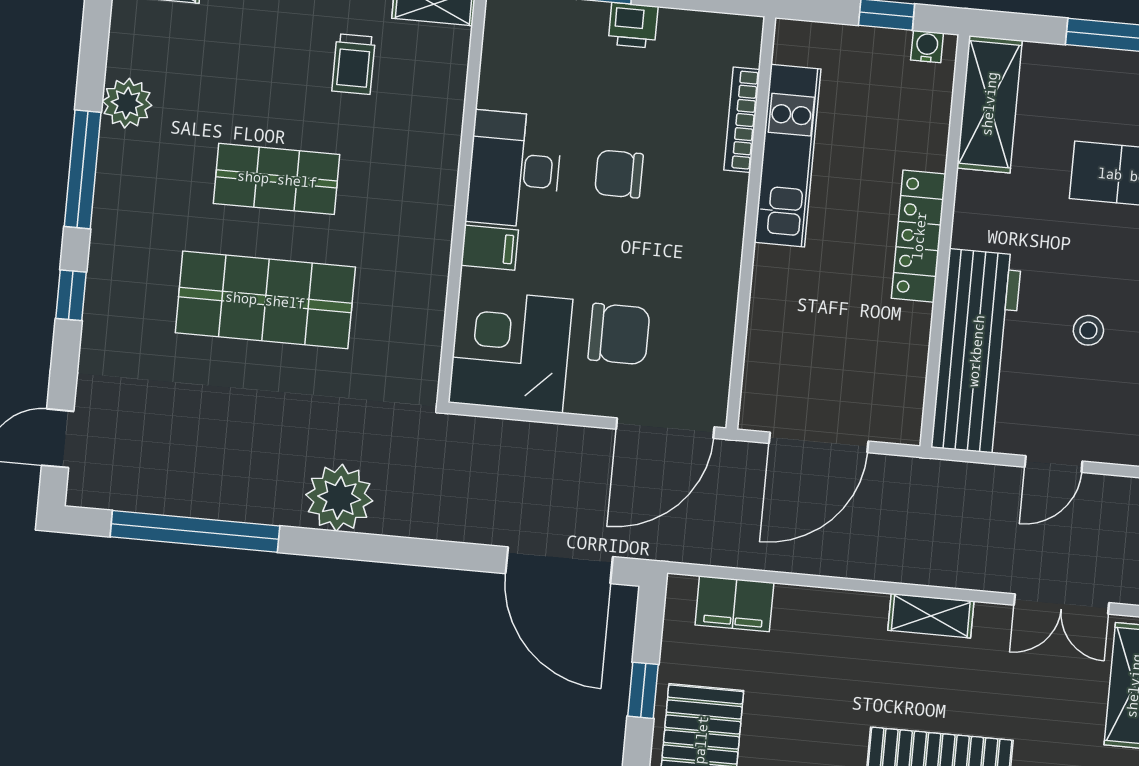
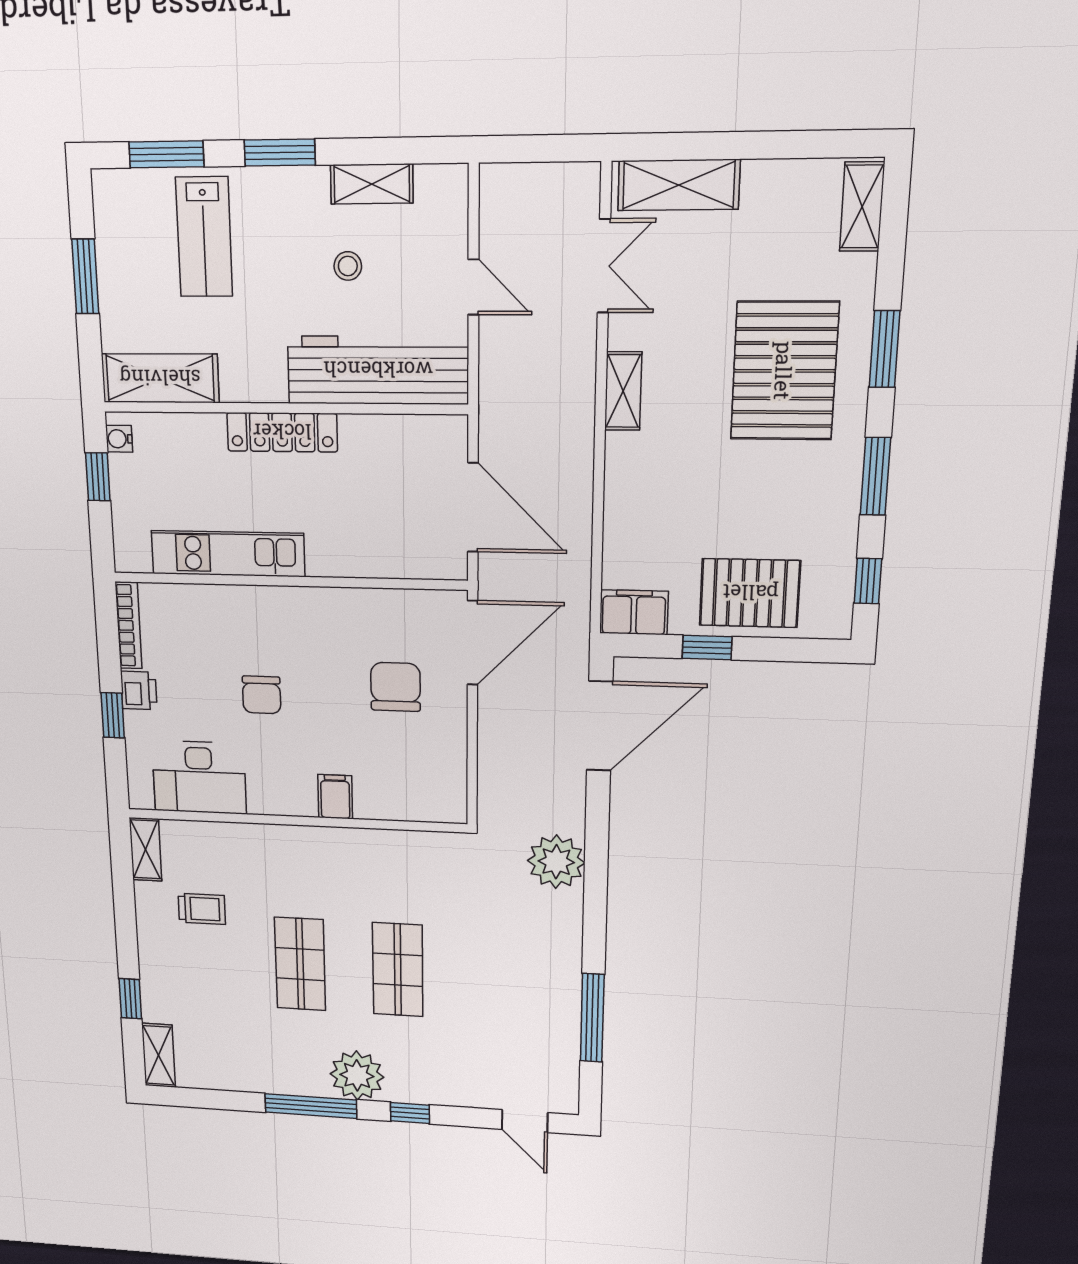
plant: (127, 103) -> (357, 1075), moved, width x1.36, depth x1.36
bookcase: (742, 120) -> (129, 625), moved, turned -90
desk: (514, 169) -> (199, 777), moved
shop shelf: (265, 300) -> (398, 970), width x0.70, depth x0.74
corner desk: (510, 351) -> (419, 776), removed
door: (665, 428) -> (473, 643), hinge flipped
plant: (339, 498) -> (556, 862), moved
window: (195, 531) -> (592, 1018), width x0.68
filing cabinet: (734, 604) -> (634, 612), moved, turned -90

